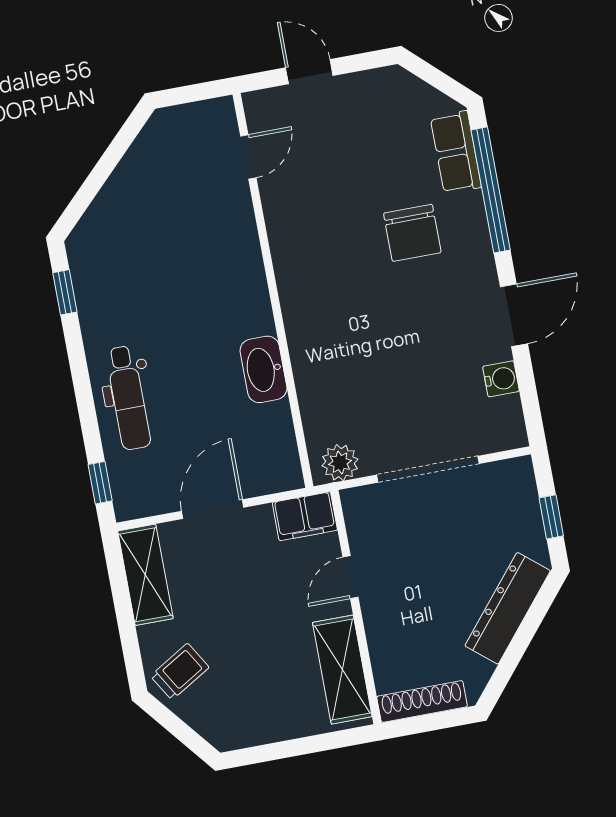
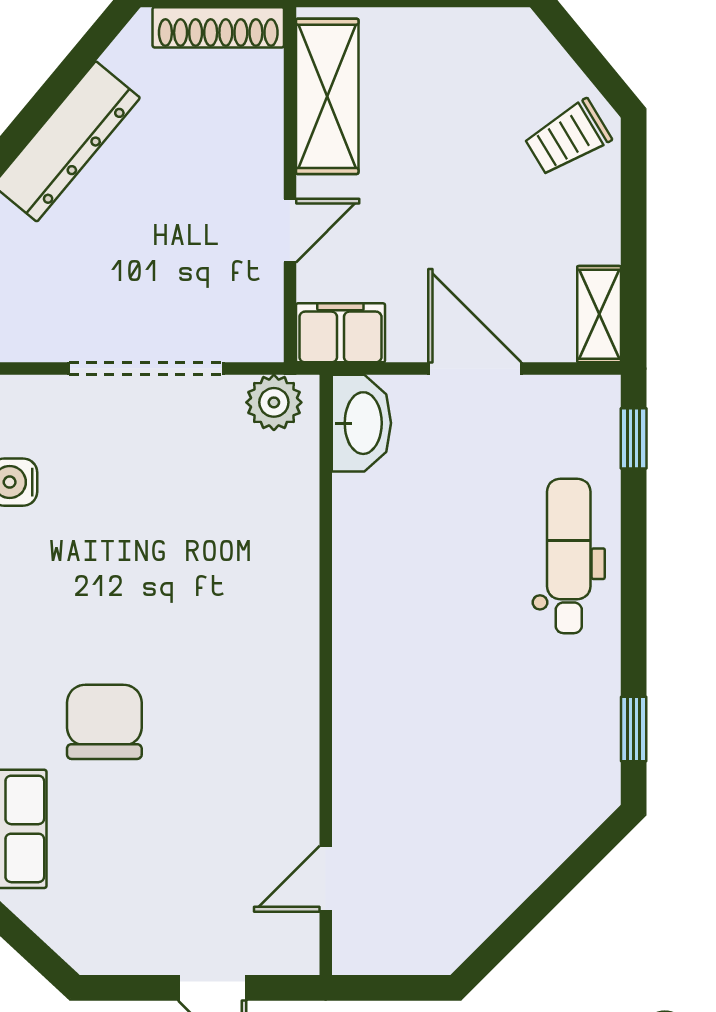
washbasin: (263, 369) -> (361, 423), moved
door: (213, 509) -> (475, 369), swing flipped
shelving: (145, 575) -> (599, 314), width x0.67, depth x0.75

